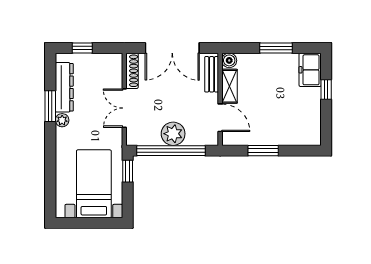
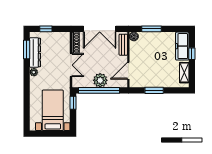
window: (276, 48) -> (151, 29), moved
freezer: (310, 70) -> (182, 46), width x1.40
shelving: (230, 86) -> (184, 73), moved
window: (50, 106) -> (27, 49), moved
double door: (124, 108) -> (71, 65), swing flipped
door: (220, 118) -> (128, 71), swing flipped

